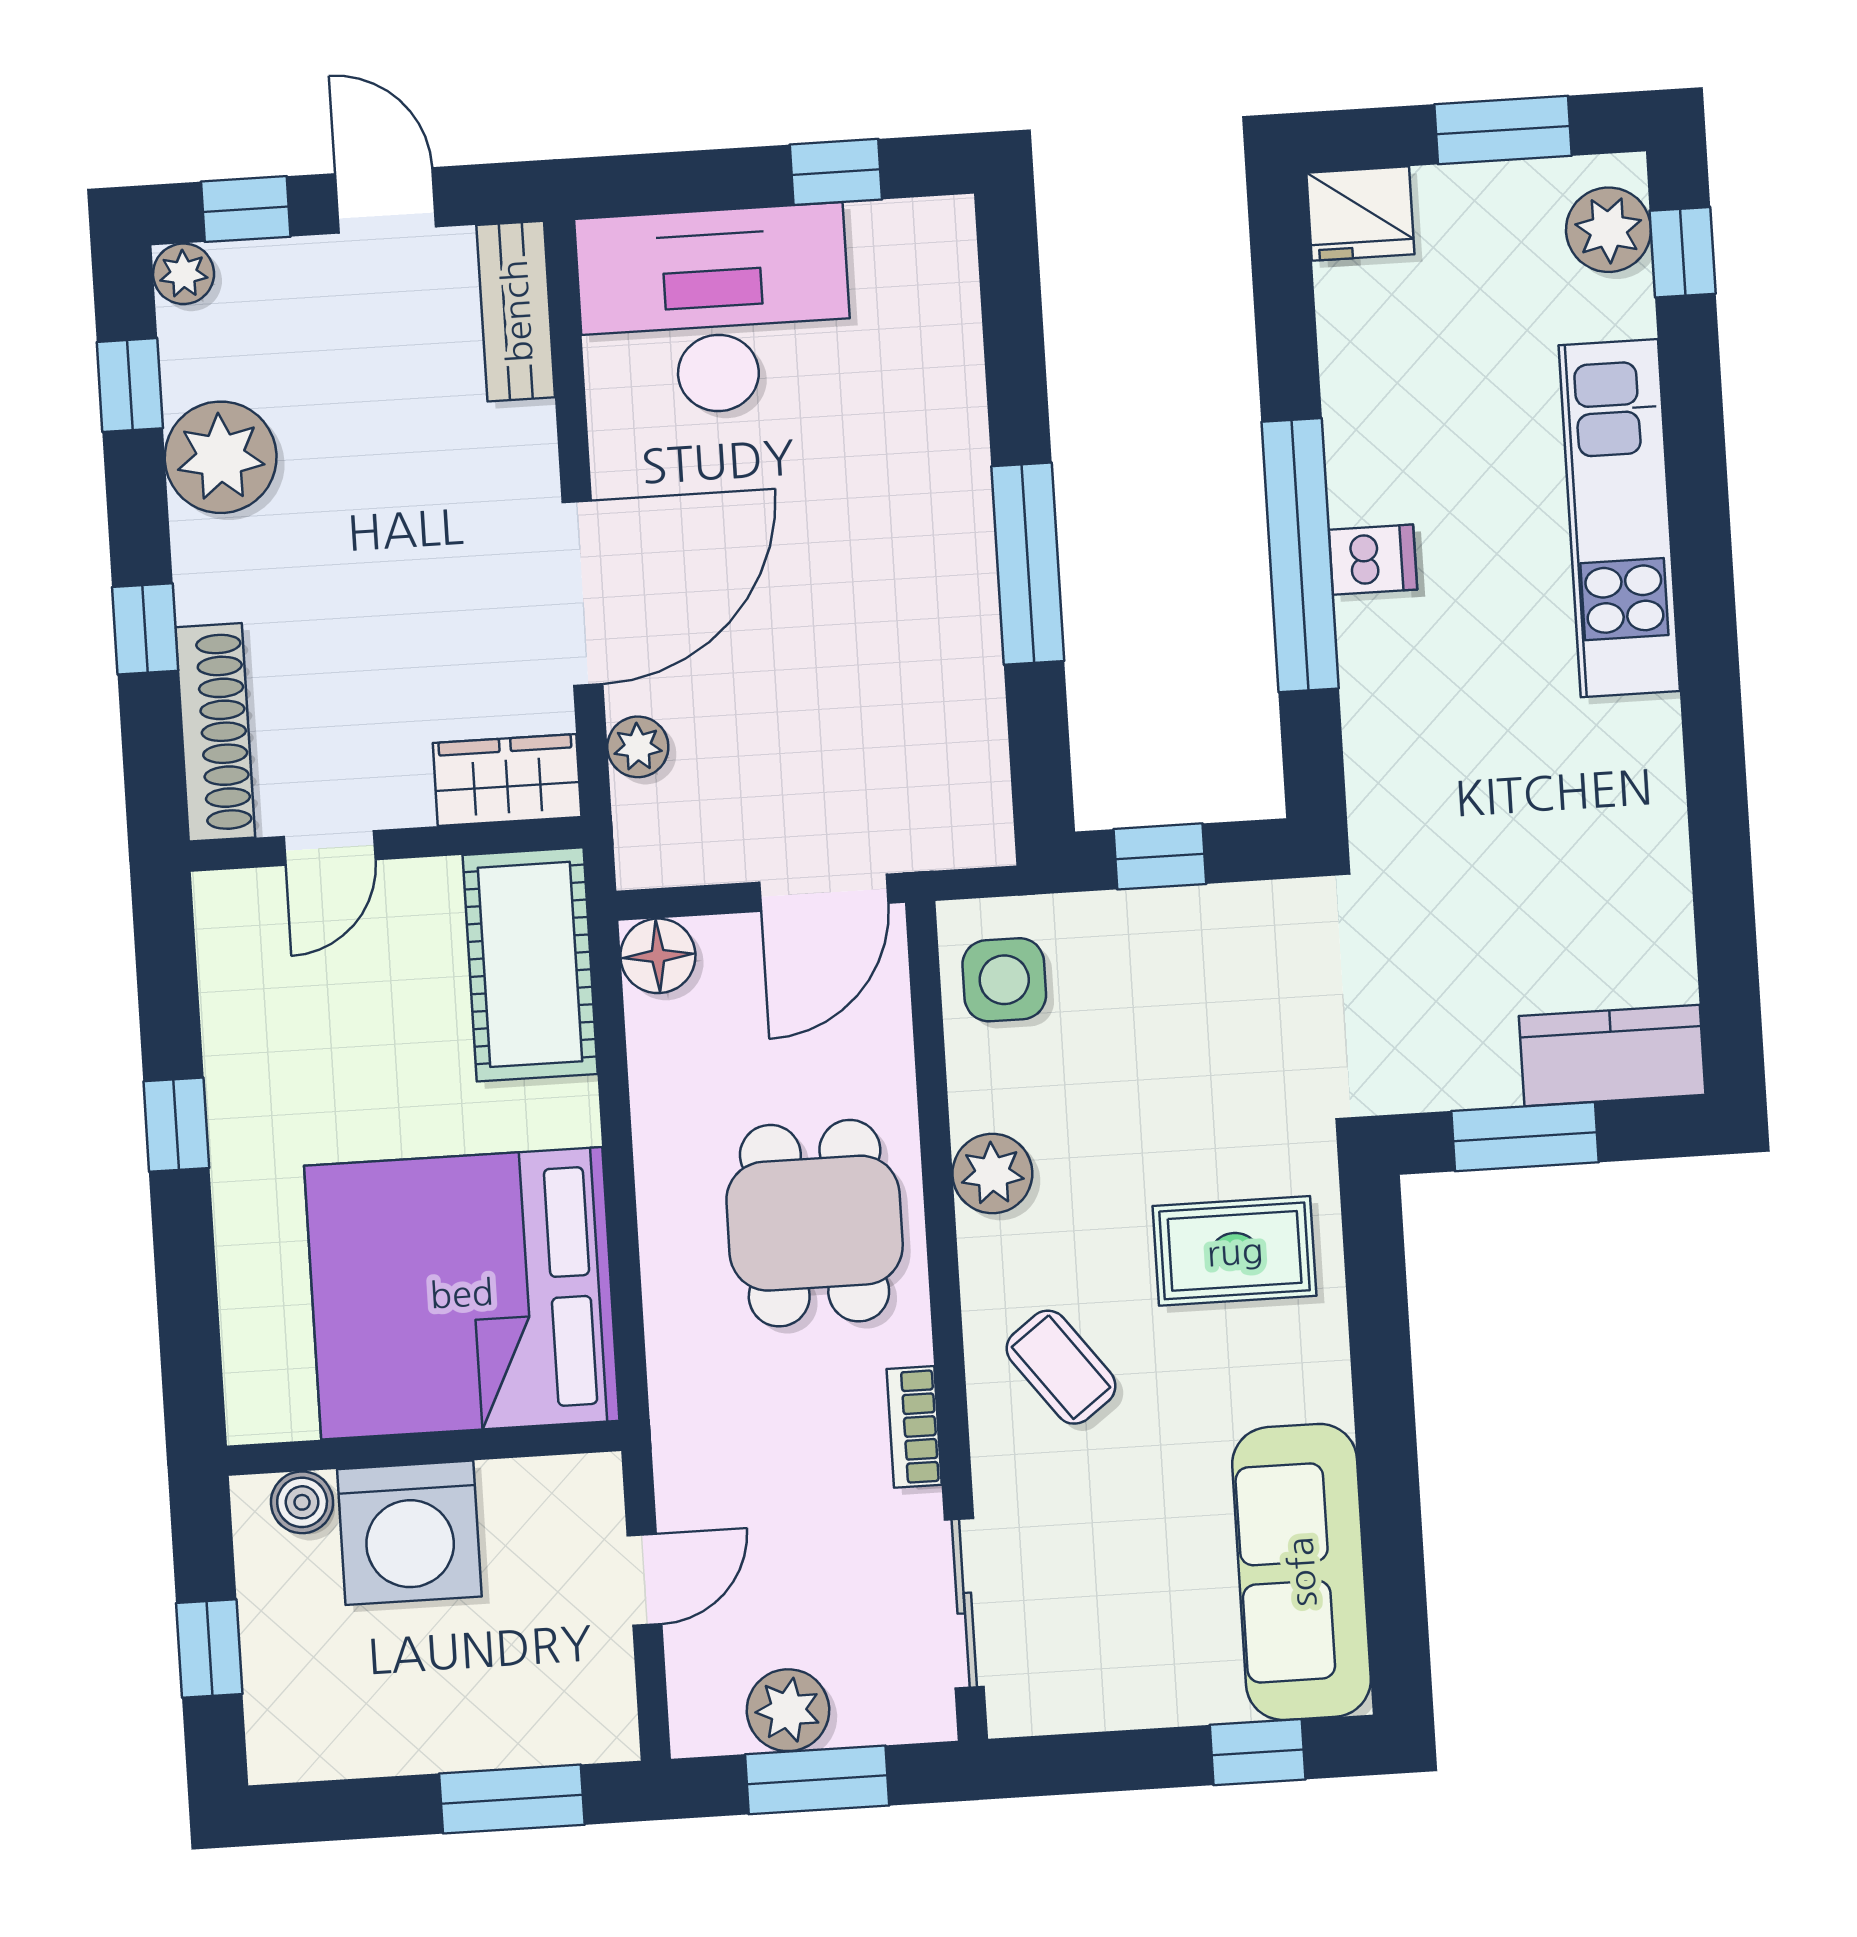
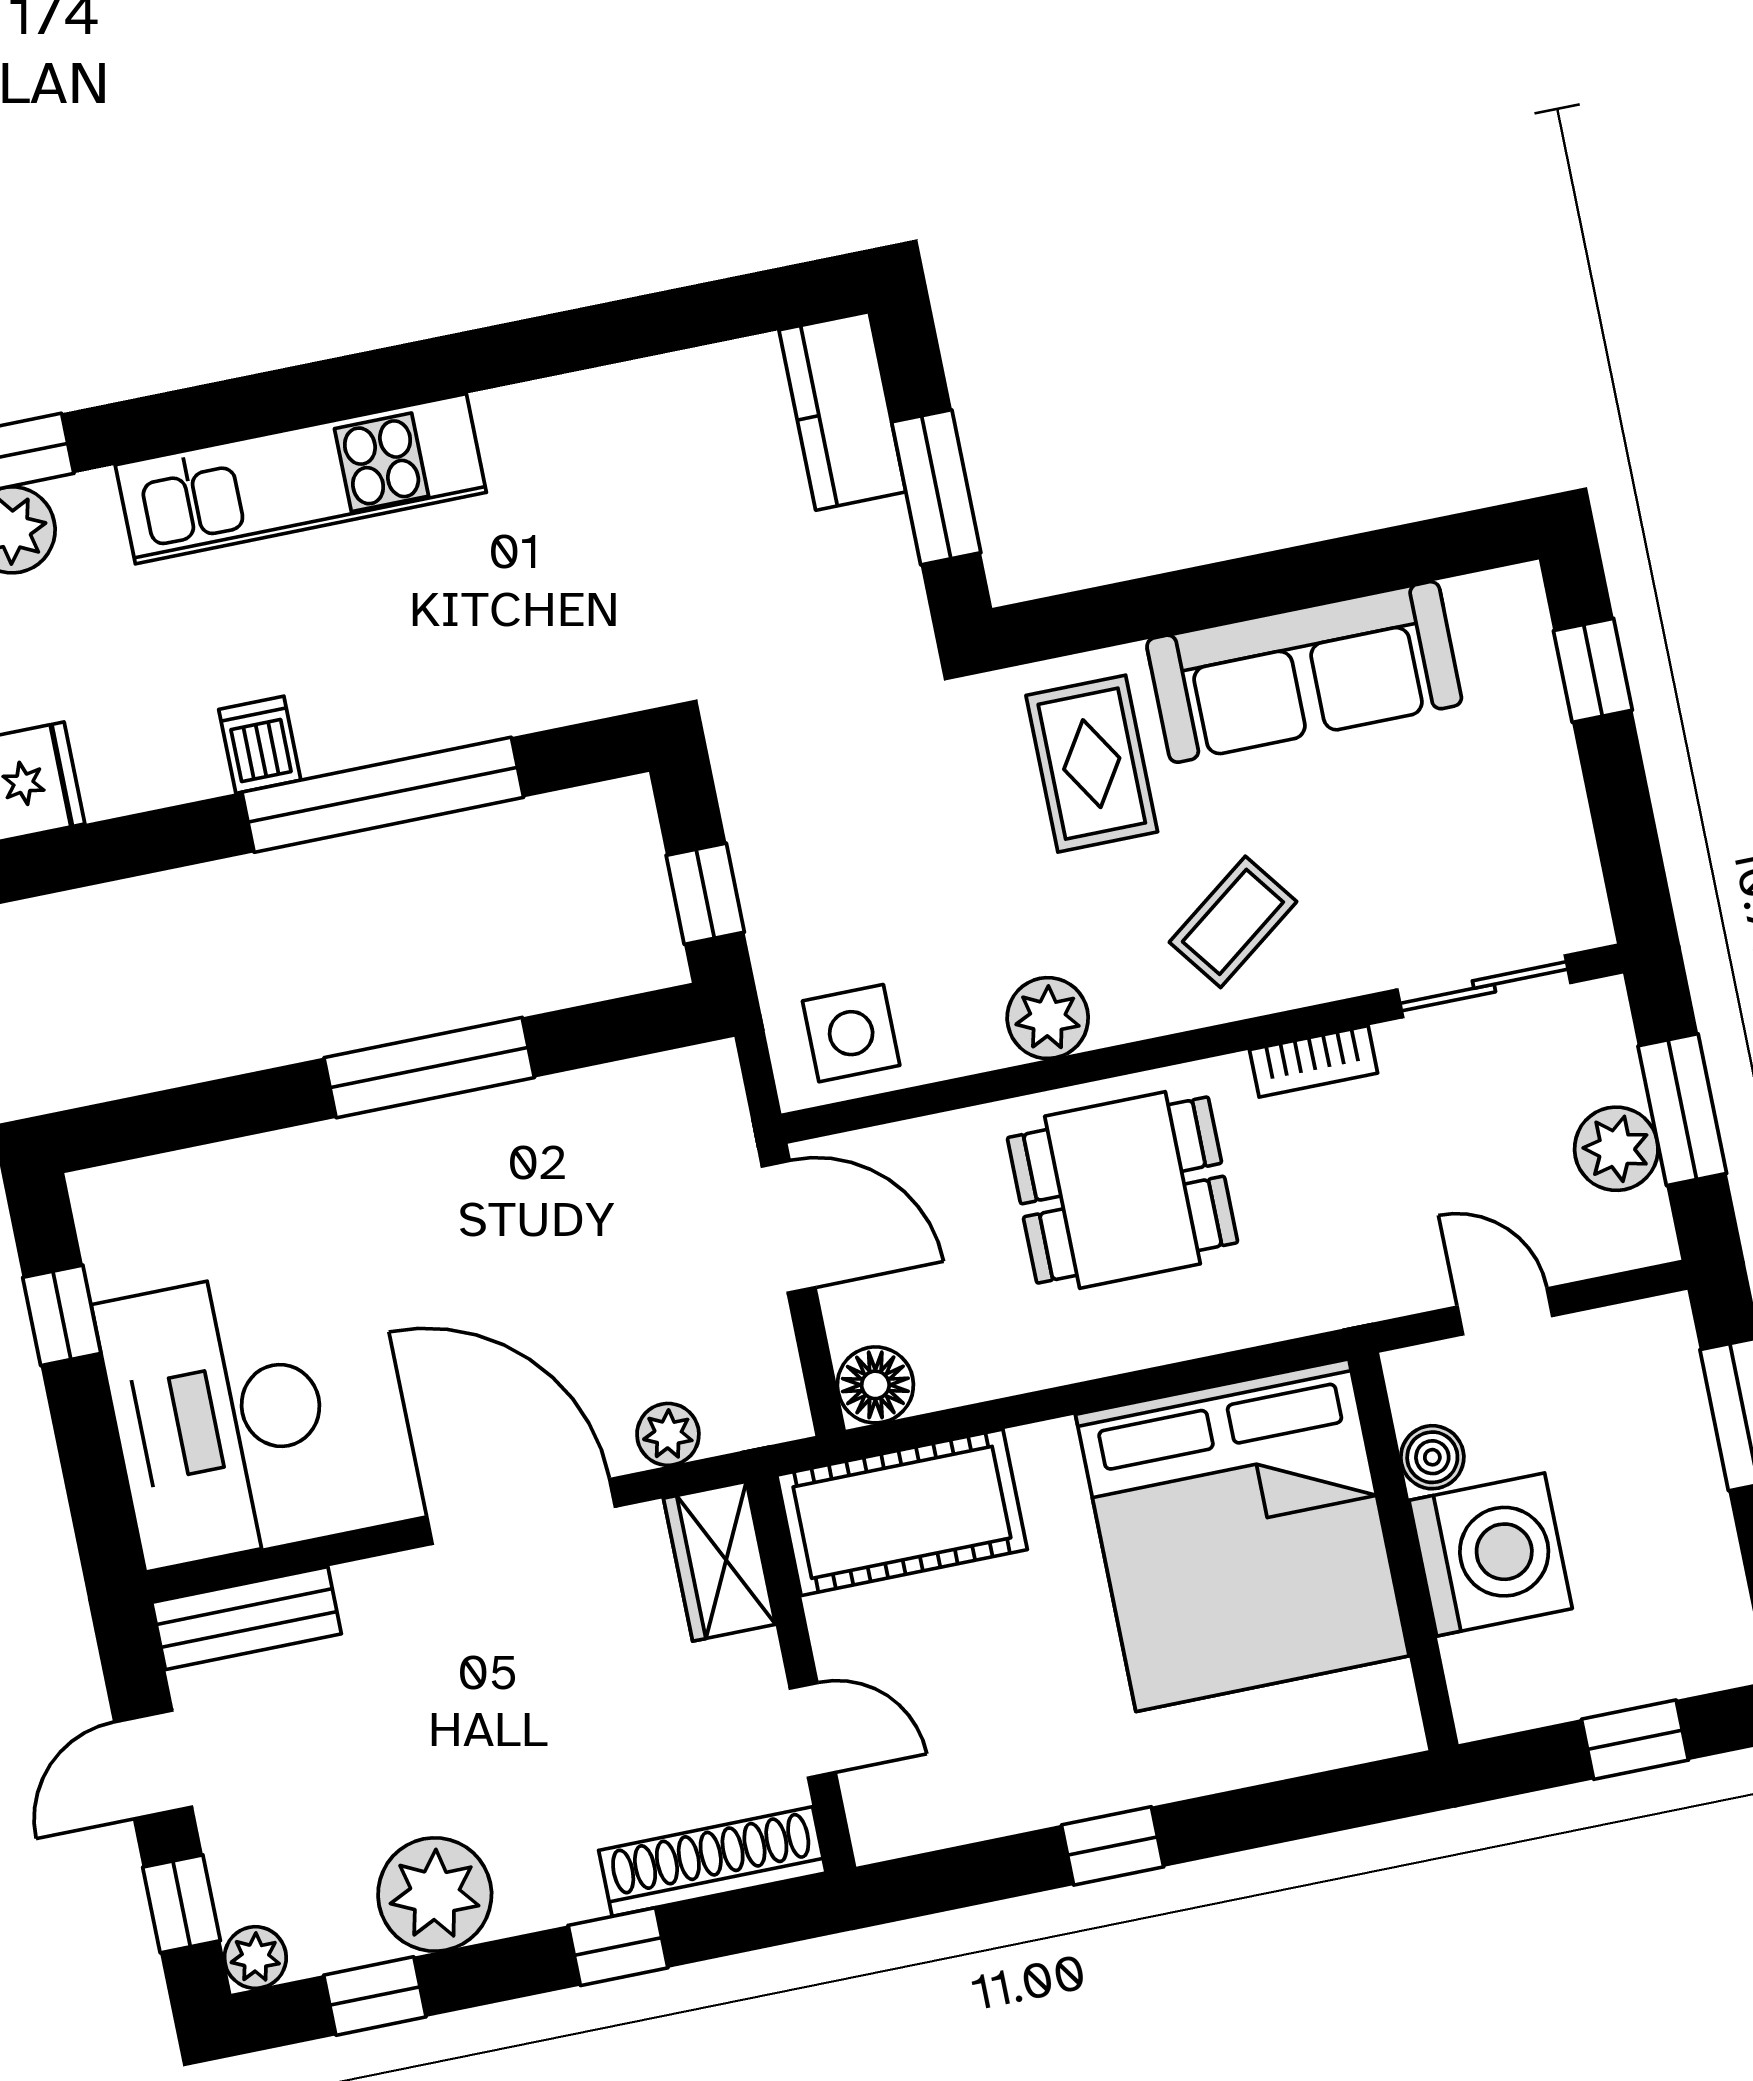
dishwasher: (1373, 560) -> (260, 745), moved
boiler: (302, 1502) -> (1432, 1457), moved
sofa: (1301, 1572) -> (1304, 672), moved

